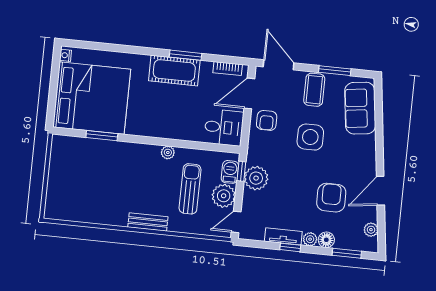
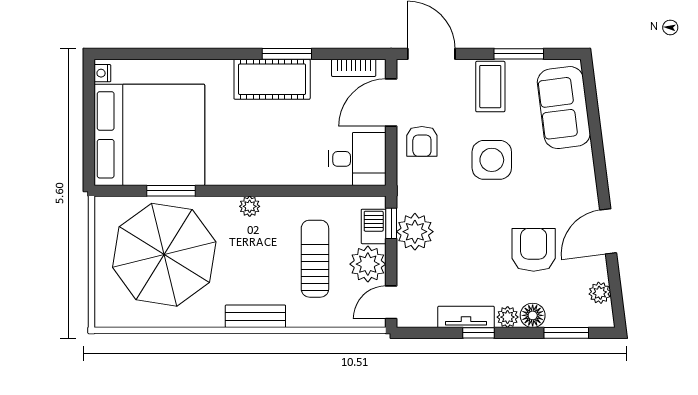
plant: (168, 152) -> (250, 206), moved
parasol: (93, 176) -> (164, 255), added

